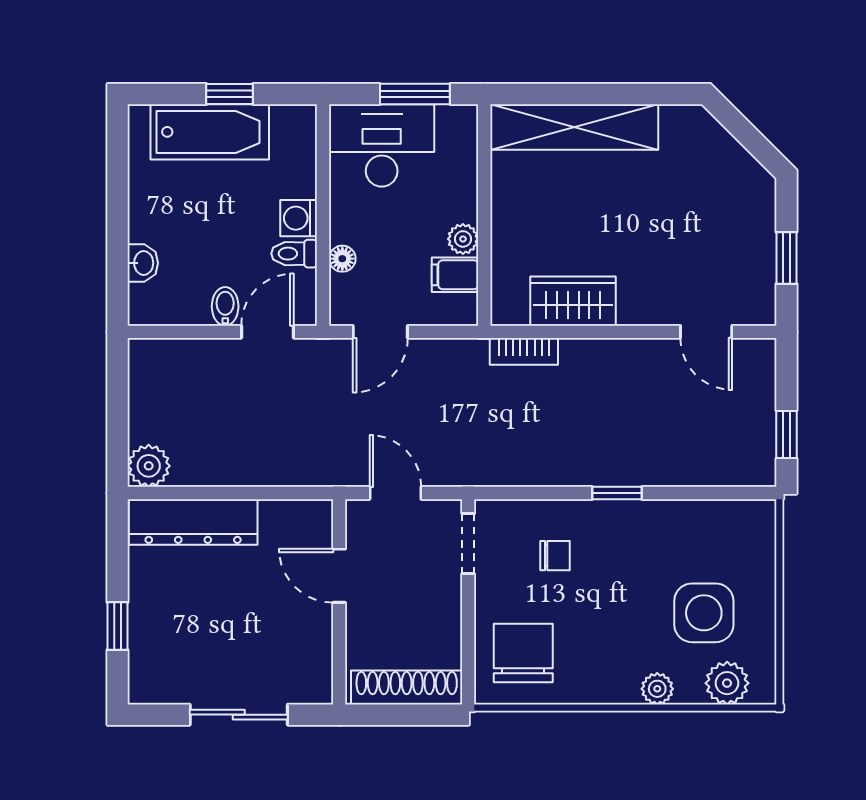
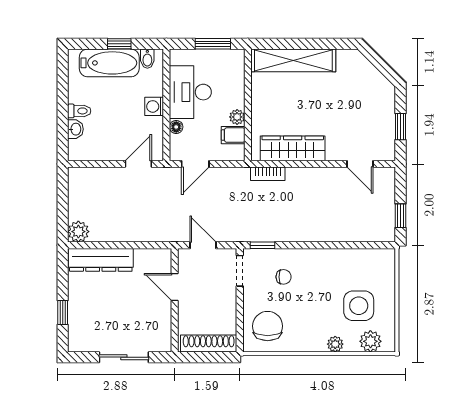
desk: (382, 145) -> (190, 92), moved, turned -90
toilet: (294, 254) -> (79, 111), moved, turned 180
wardrobe: (573, 301) -> (293, 148), width x1.50
bidet: (225, 306) -> (147, 59), moved, turned 180
window: (617, 493) -> (263, 245), moved

